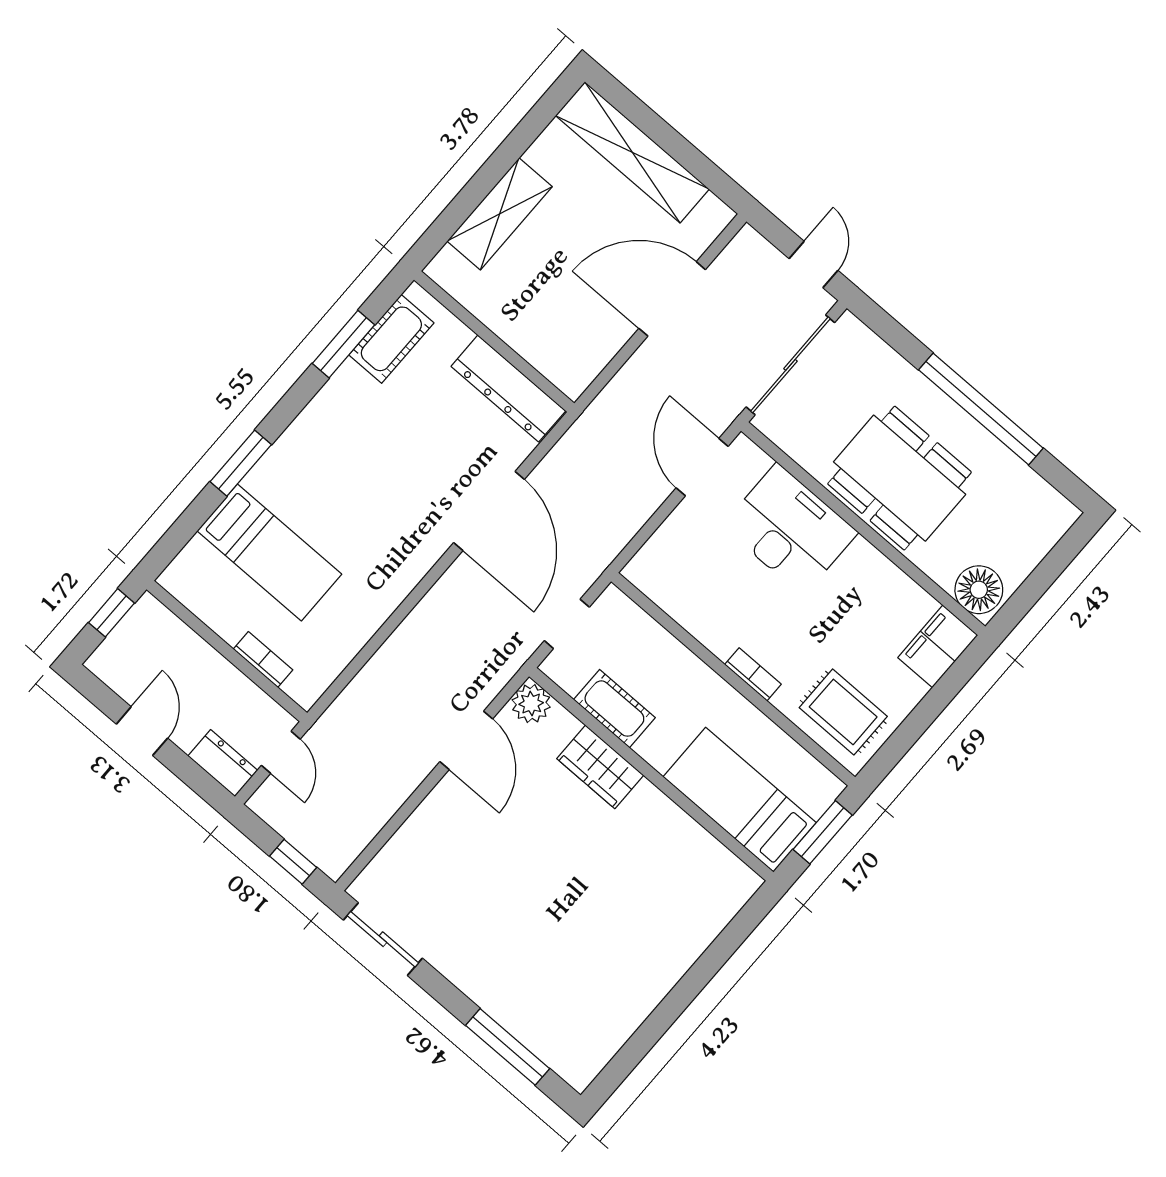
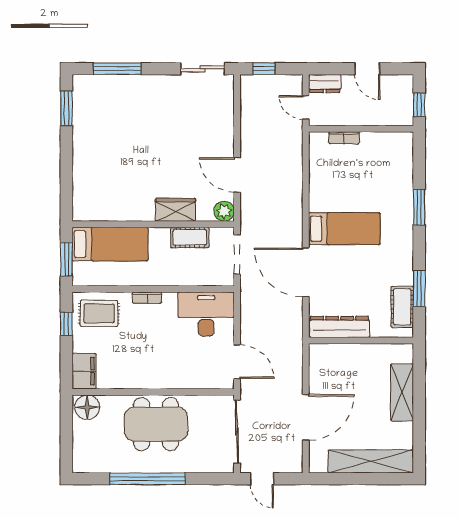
desk: (790, 529) -> (206, 314), moved, turned 180
bed: (269, 553) -> (344, 229), moved, turned 180
doorway: (567, 624) -> (237, 254), width x1.38
window: (904, 738) -> (66, 324), added
window: (632, 1053) -> (66, 108), added

